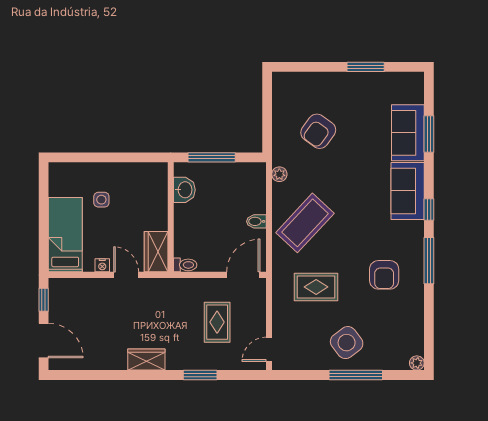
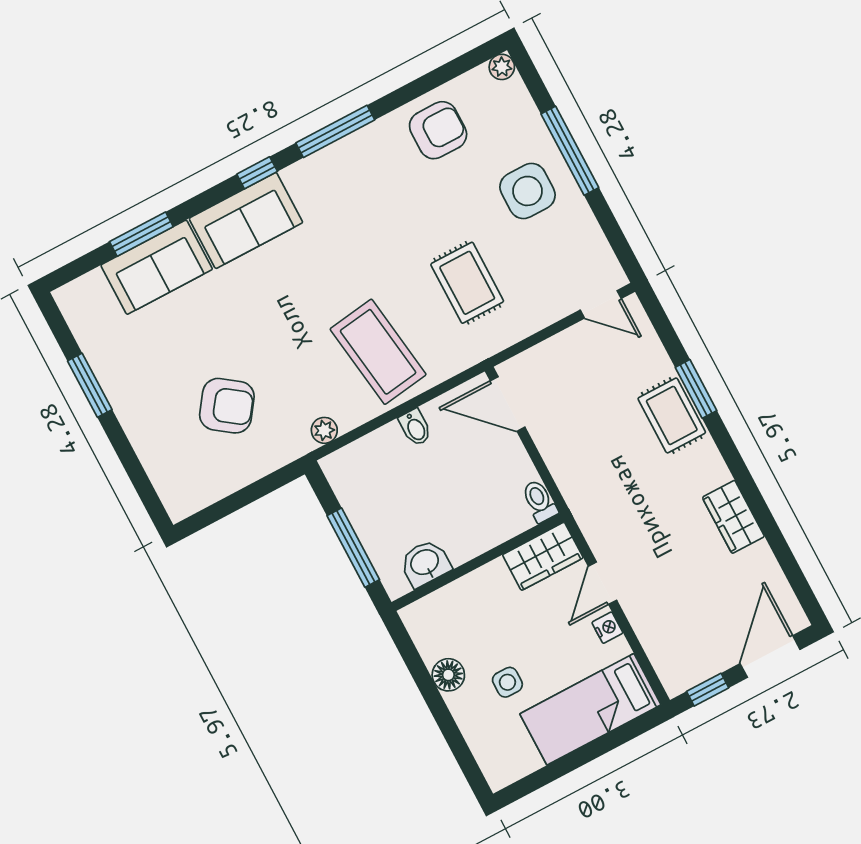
floor lamp: (121, 171) -> (448, 675), added
coffee table: (305, 223) -> (378, 352), turned 39
armchair: (384, 275) -> (438, 130), moved
rug: (217, 322) -> (672, 415), moved, turned 90
side table: (347, 343) -> (528, 191), turned 37
wardrobe: (146, 360) -> (733, 517), moved

